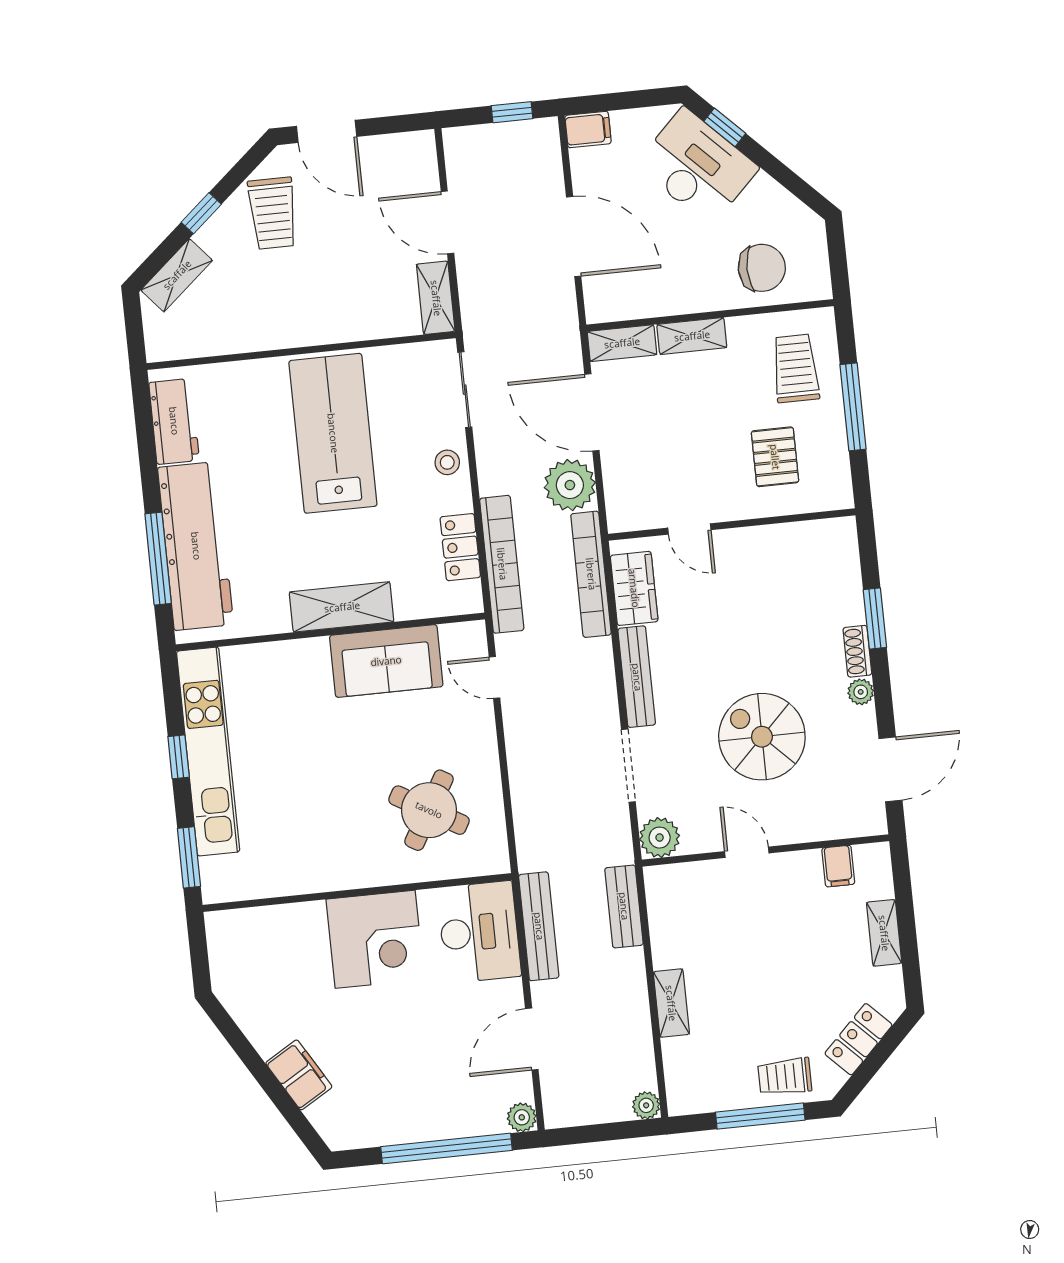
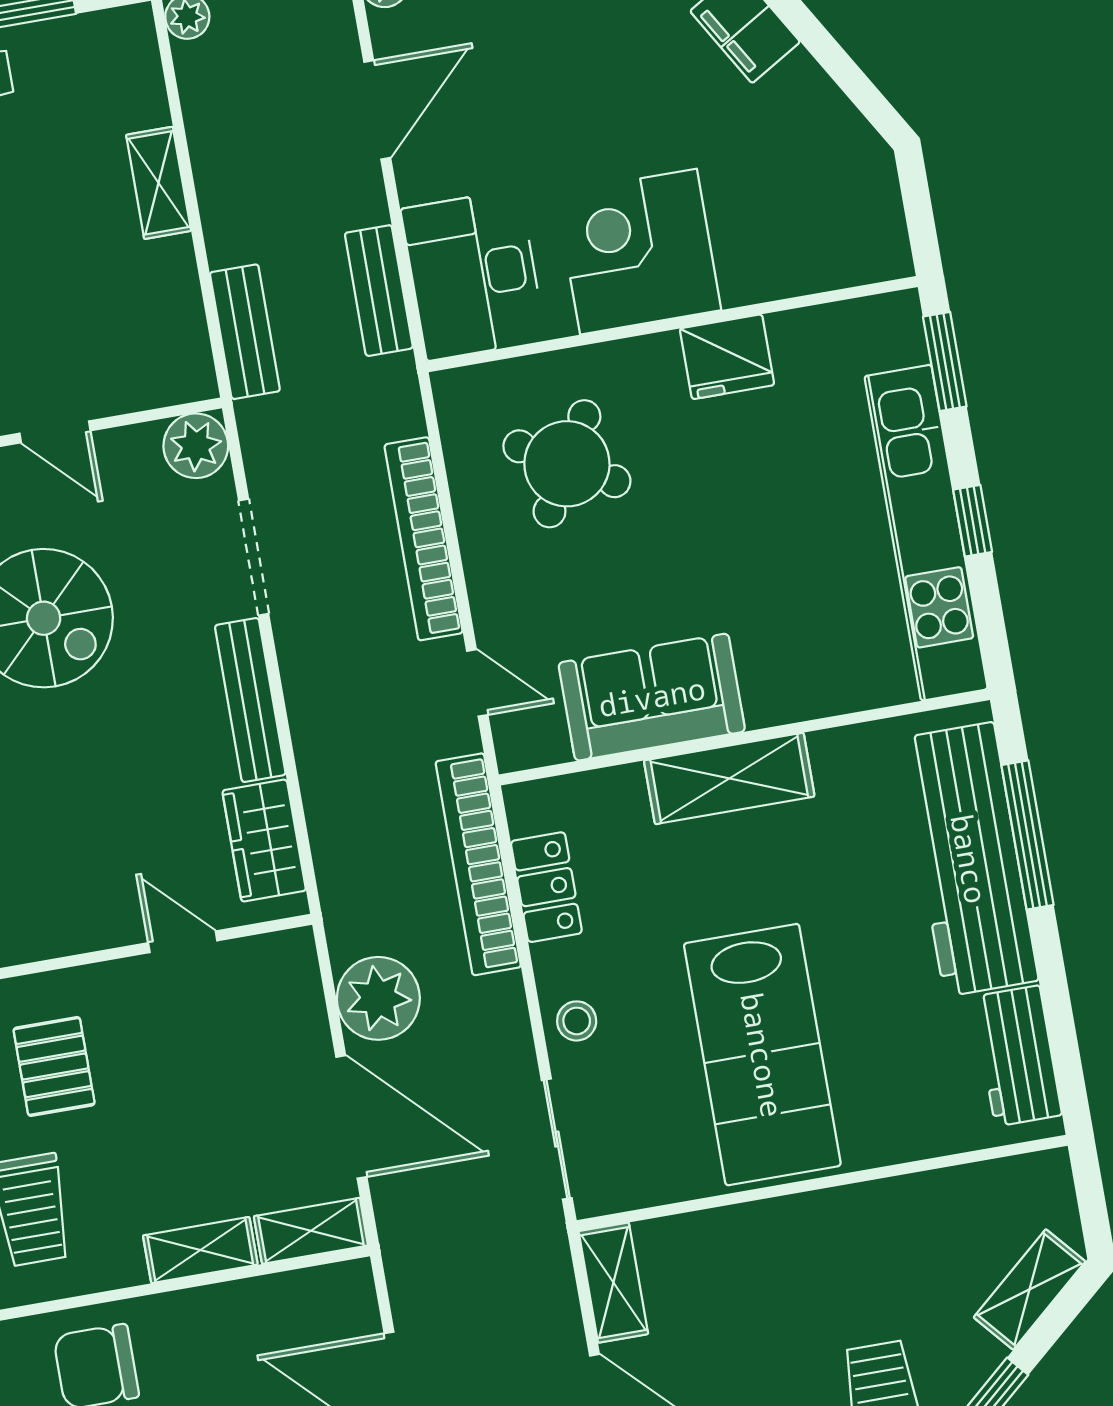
bookcase: (591, 574) -> (424, 539), moved, turned 180
fridge: (325, 870) -> (727, 357), added
bench: (539, 926) -> (379, 291), width x0.73

